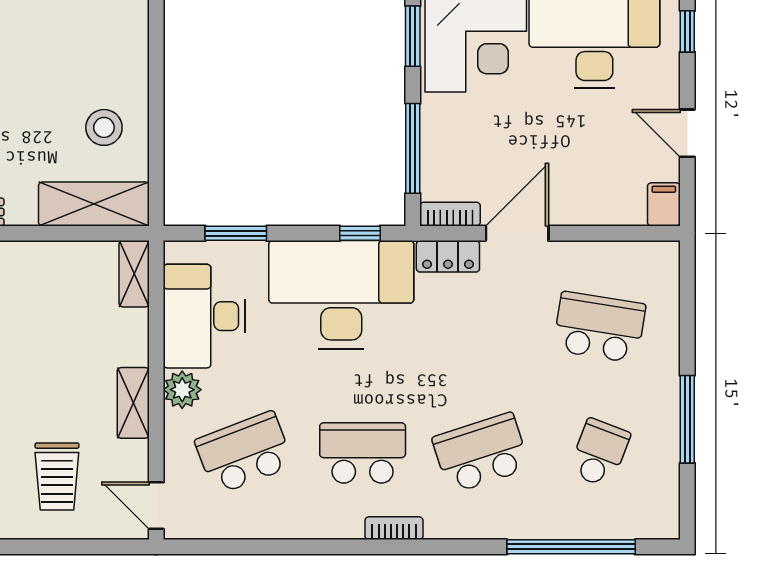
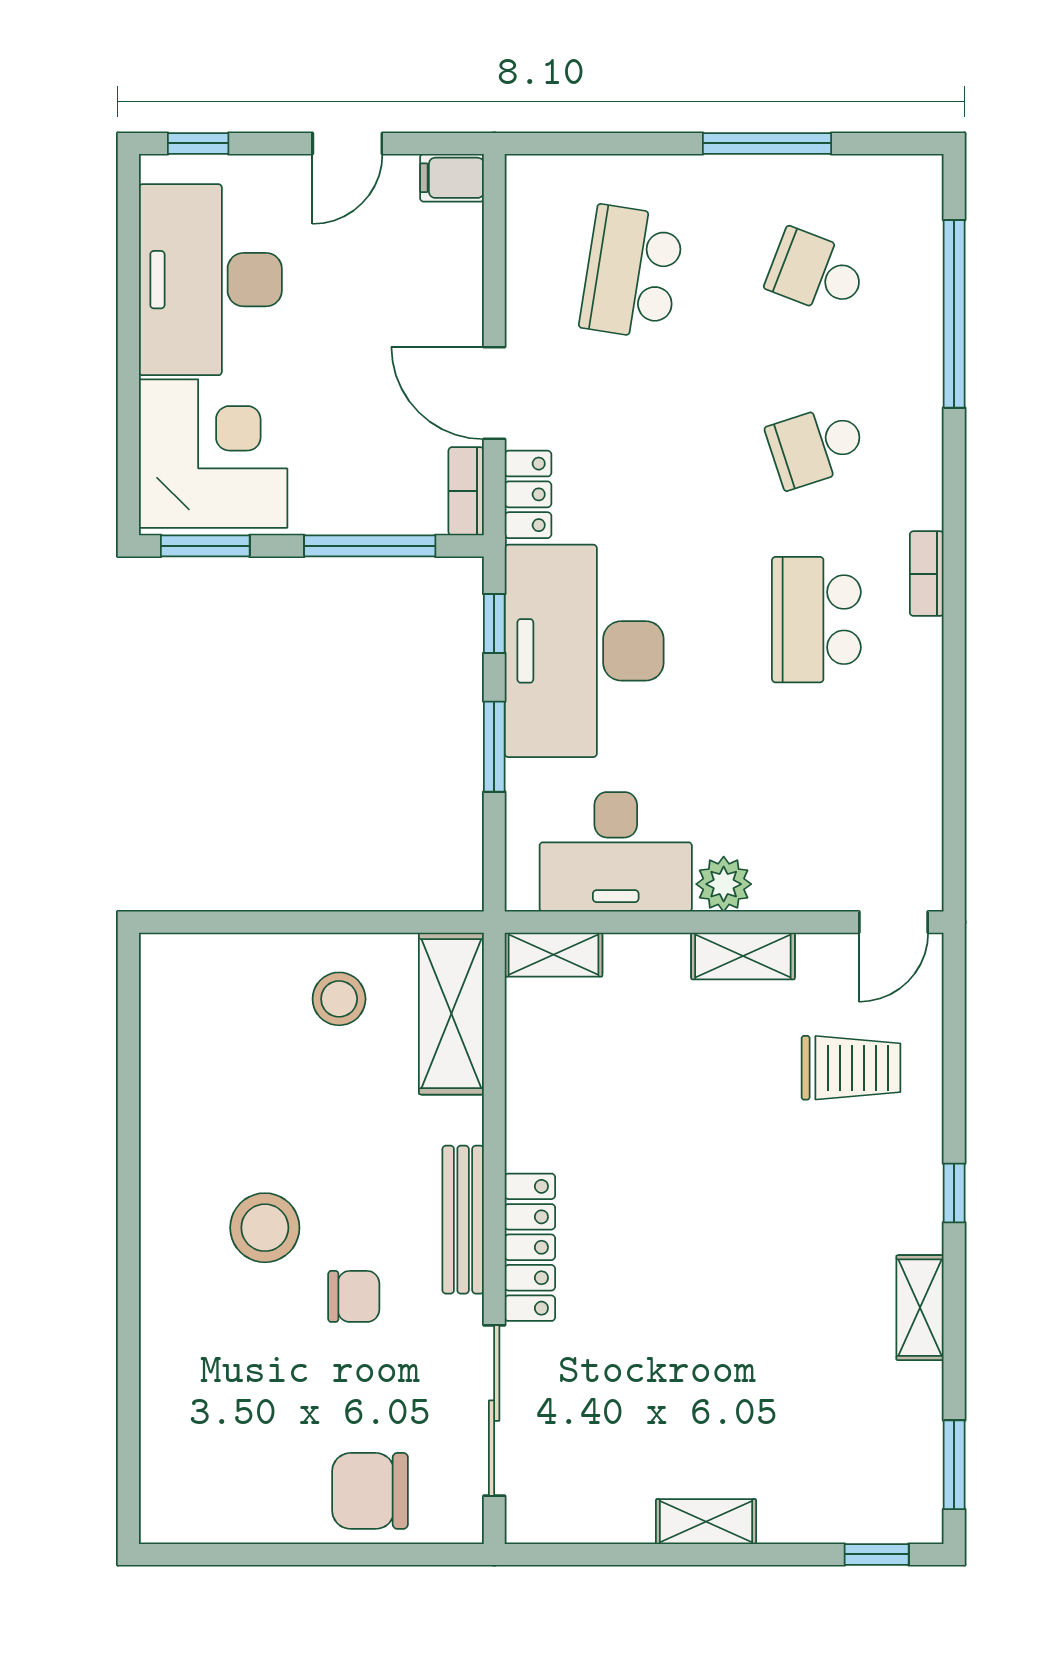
window: (236, 233) -> (494, 747), moved
school desk: (244, 453) -> (816, 793), removed
school desk: (481, 453) -> (816, 446), width x0.54

